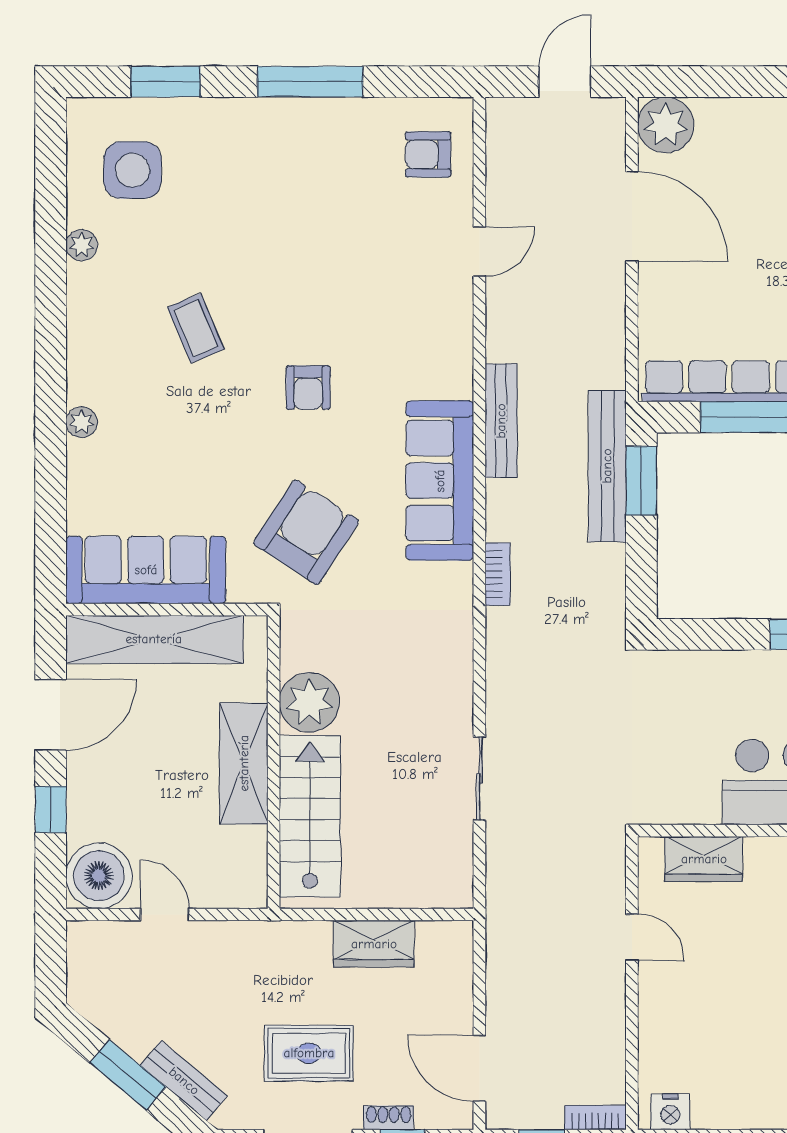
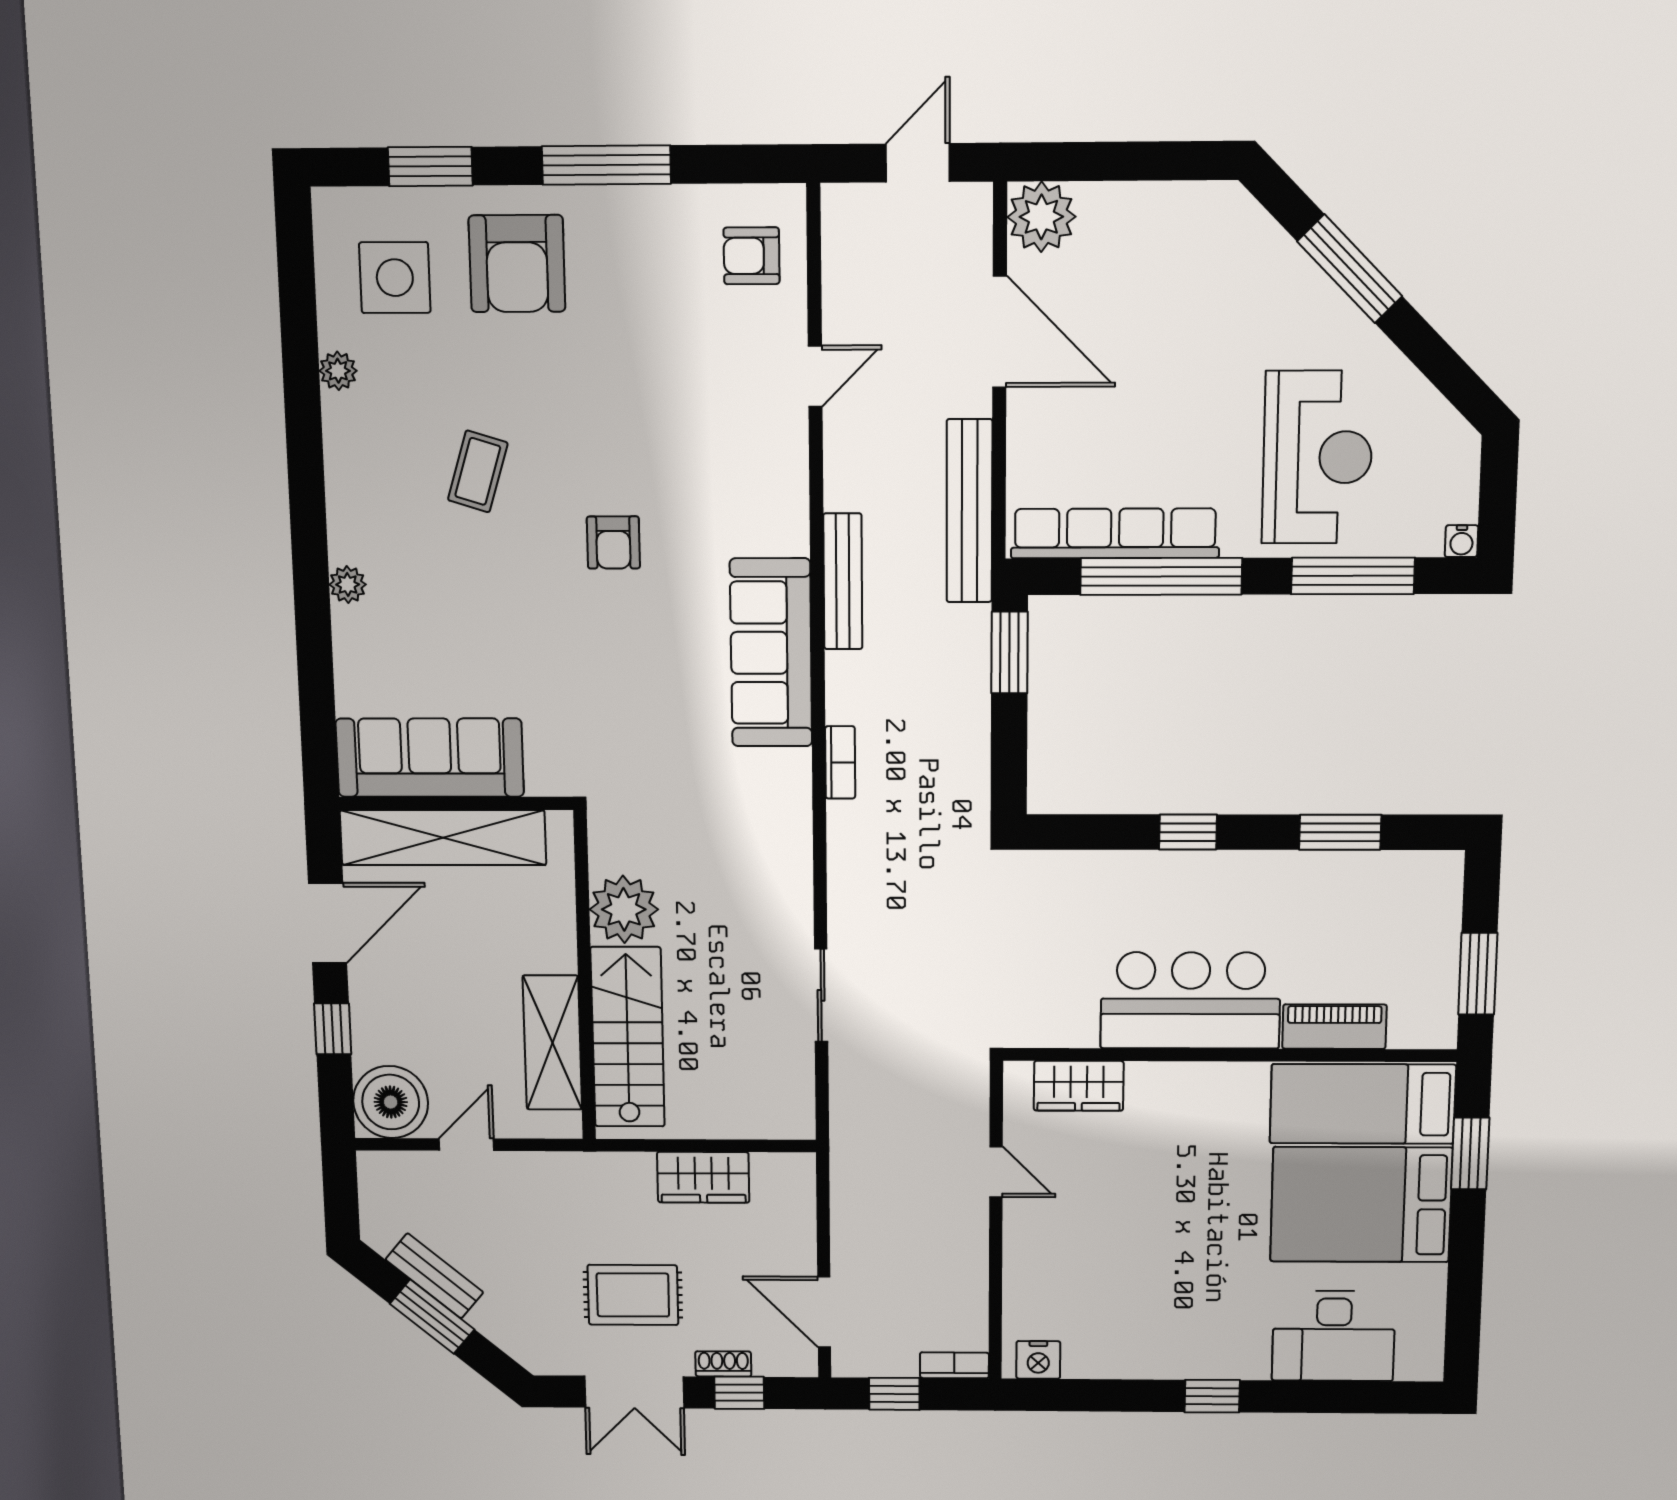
coffee table: (196, 328) -> (478, 471), turned 40
bench: (607, 466) -> (969, 511), moved
armchair: (306, 532) -> (517, 264), moved, turned 147
shelving: (244, 763) -> (552, 1043), moved
door: (165, 914) -> (466, 1145), hinge flipped
bench: (184, 1081) -> (434, 1276), moved

